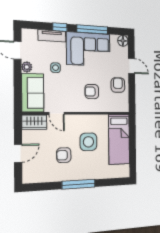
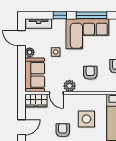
tv unit: (52, 36) -> (39, 24), moved
armchair: (92, 92) -> (90, 73), turned 90
plant: (71, 106) -> (69, 86), added
armchair: (64, 155) -> (63, 130), turned 91

